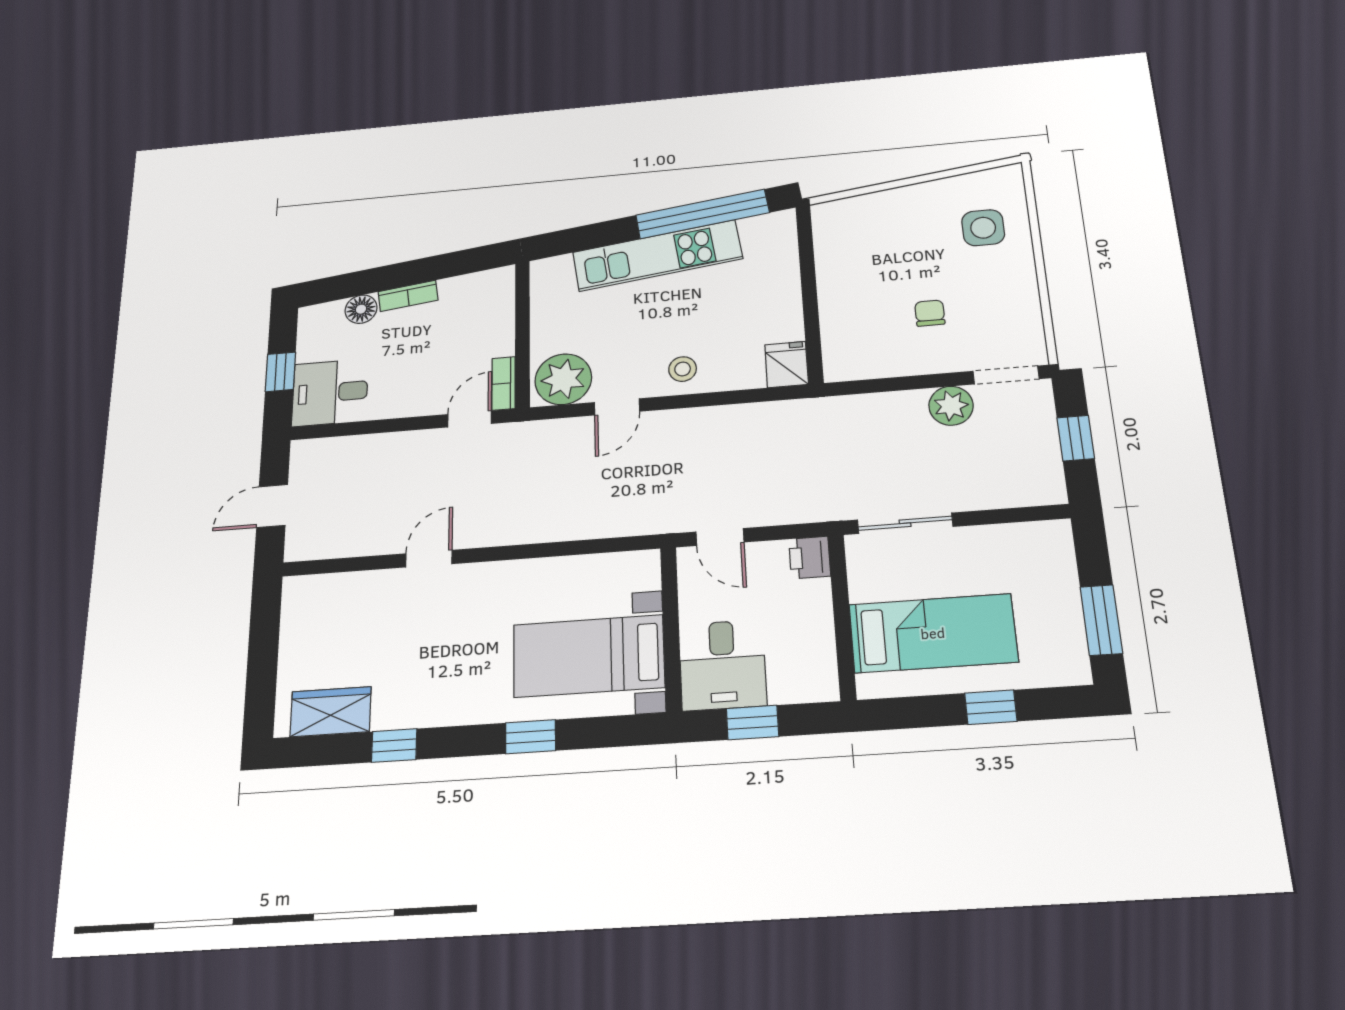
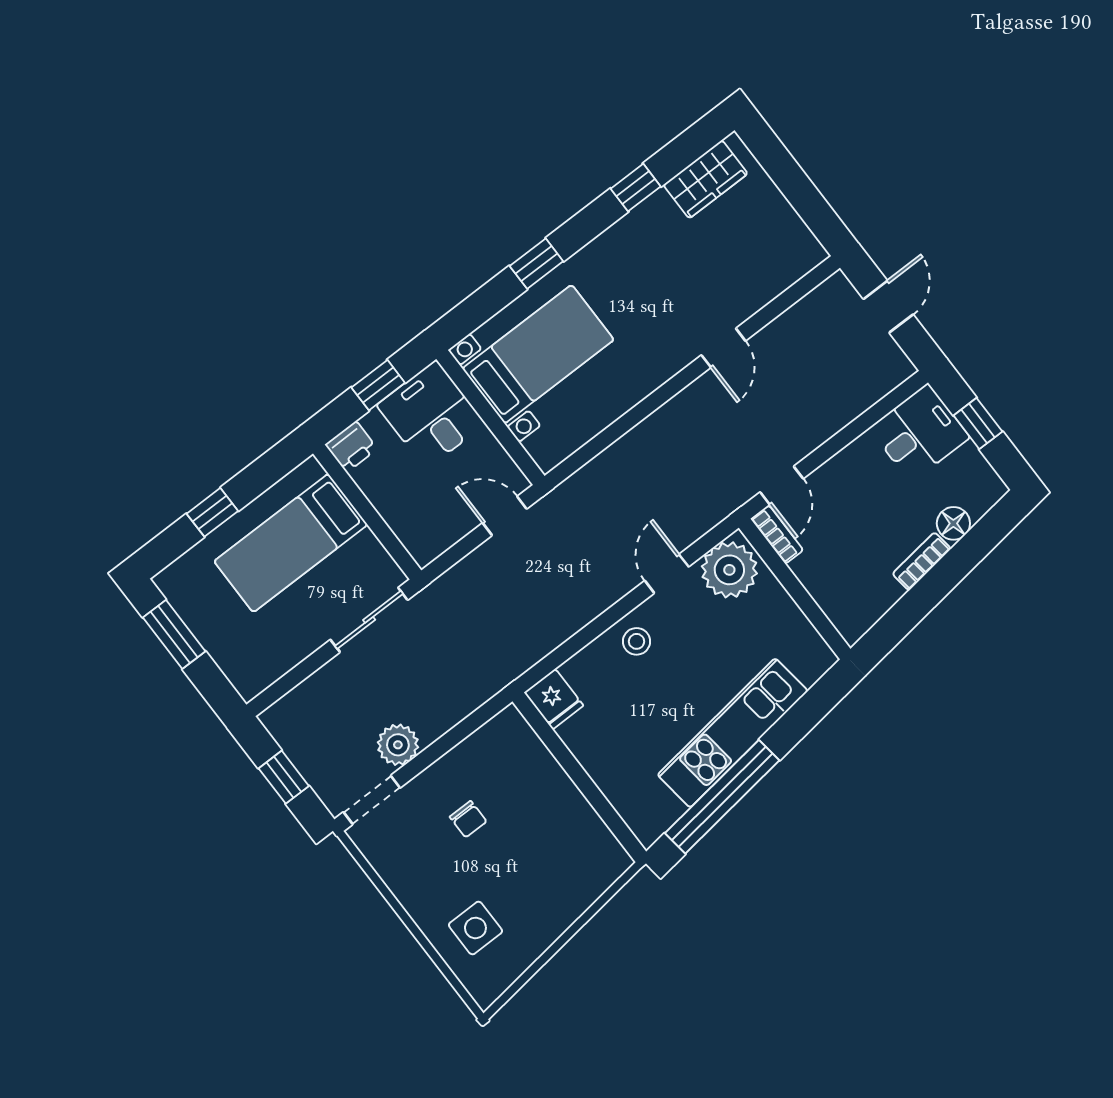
printer: (810, 558) -> (351, 447), moved, turned 90

